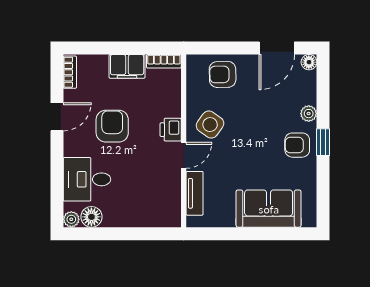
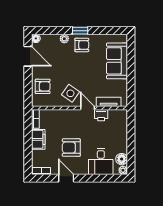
armchair: (223, 74) -> (43, 86), turned -89
printer: (171, 130) -> (101, 115), moved
armchair: (297, 145) -> (82, 45), turned -90

